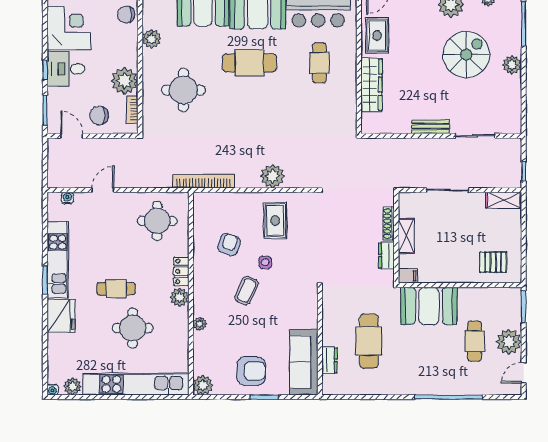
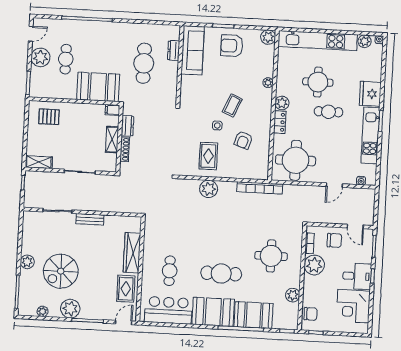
round table: (157, 221) -> (296, 160), width x1.36, depth x1.36

